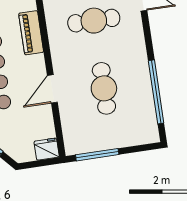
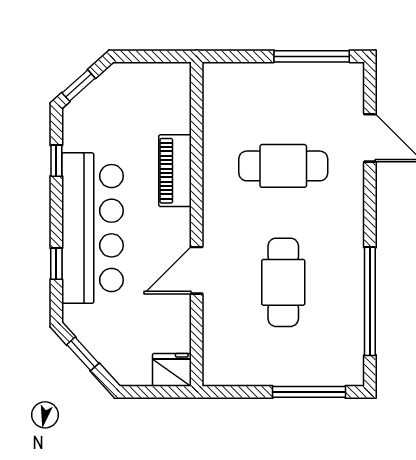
window: (97, 155) -> (309, 392), moved

